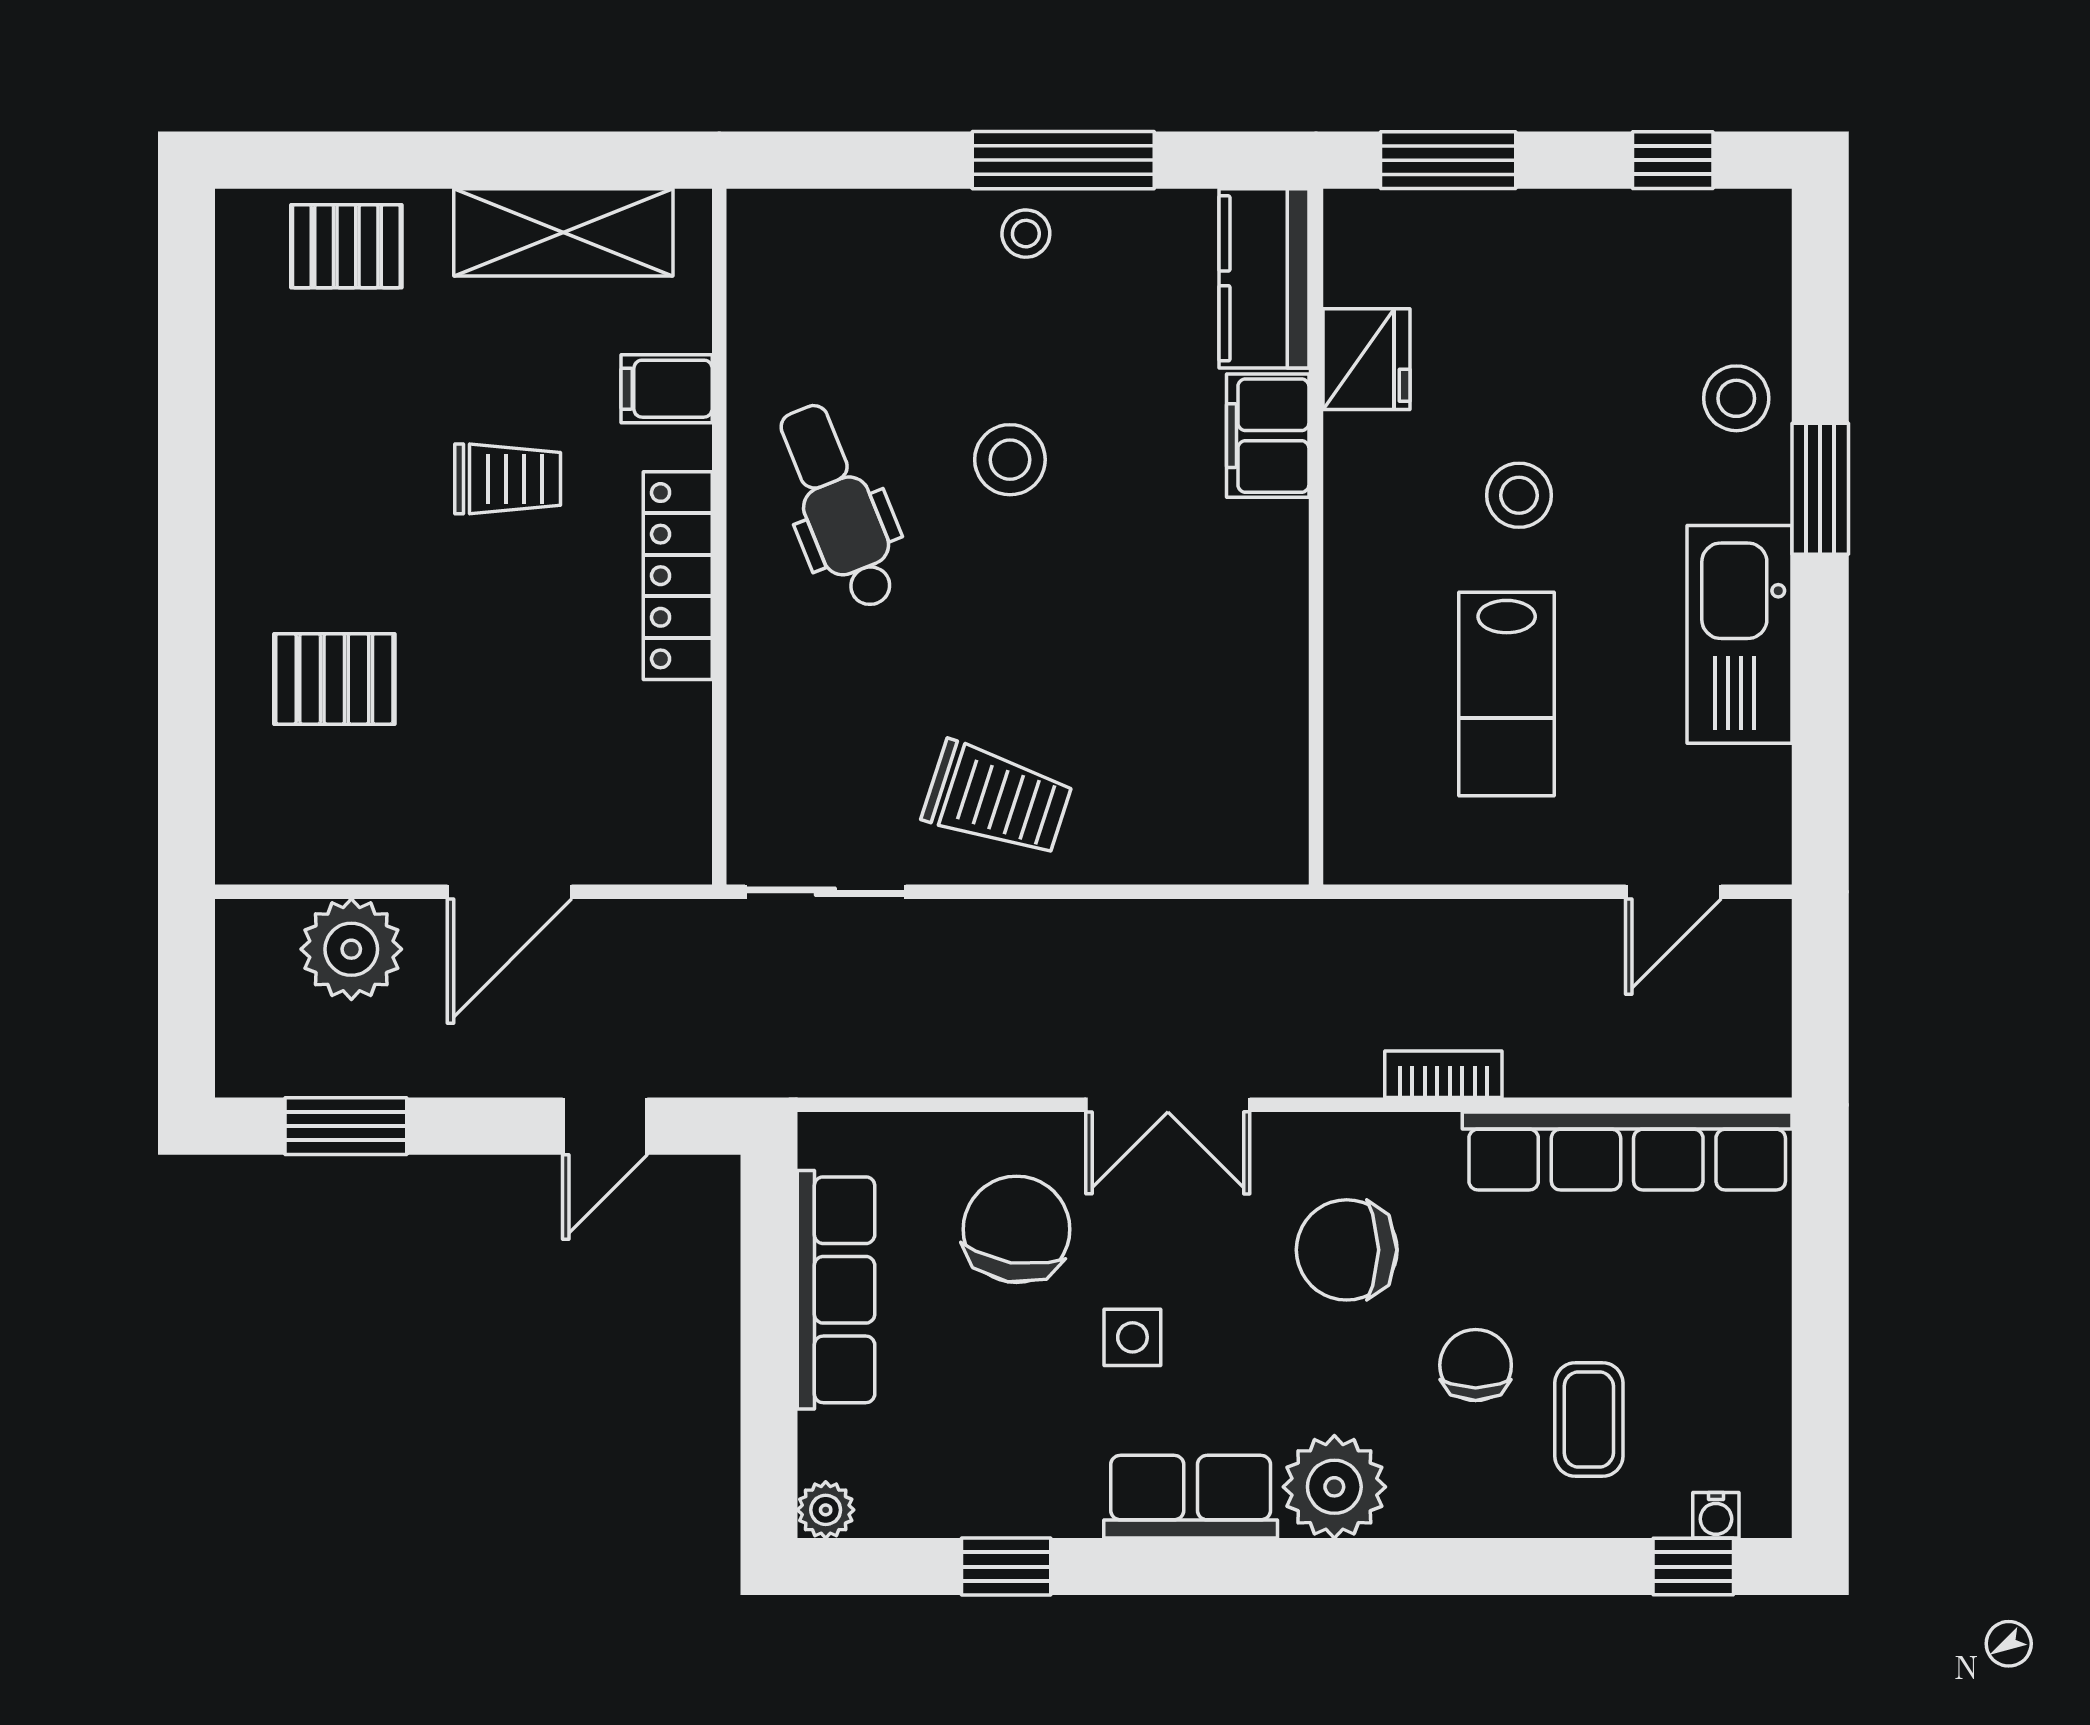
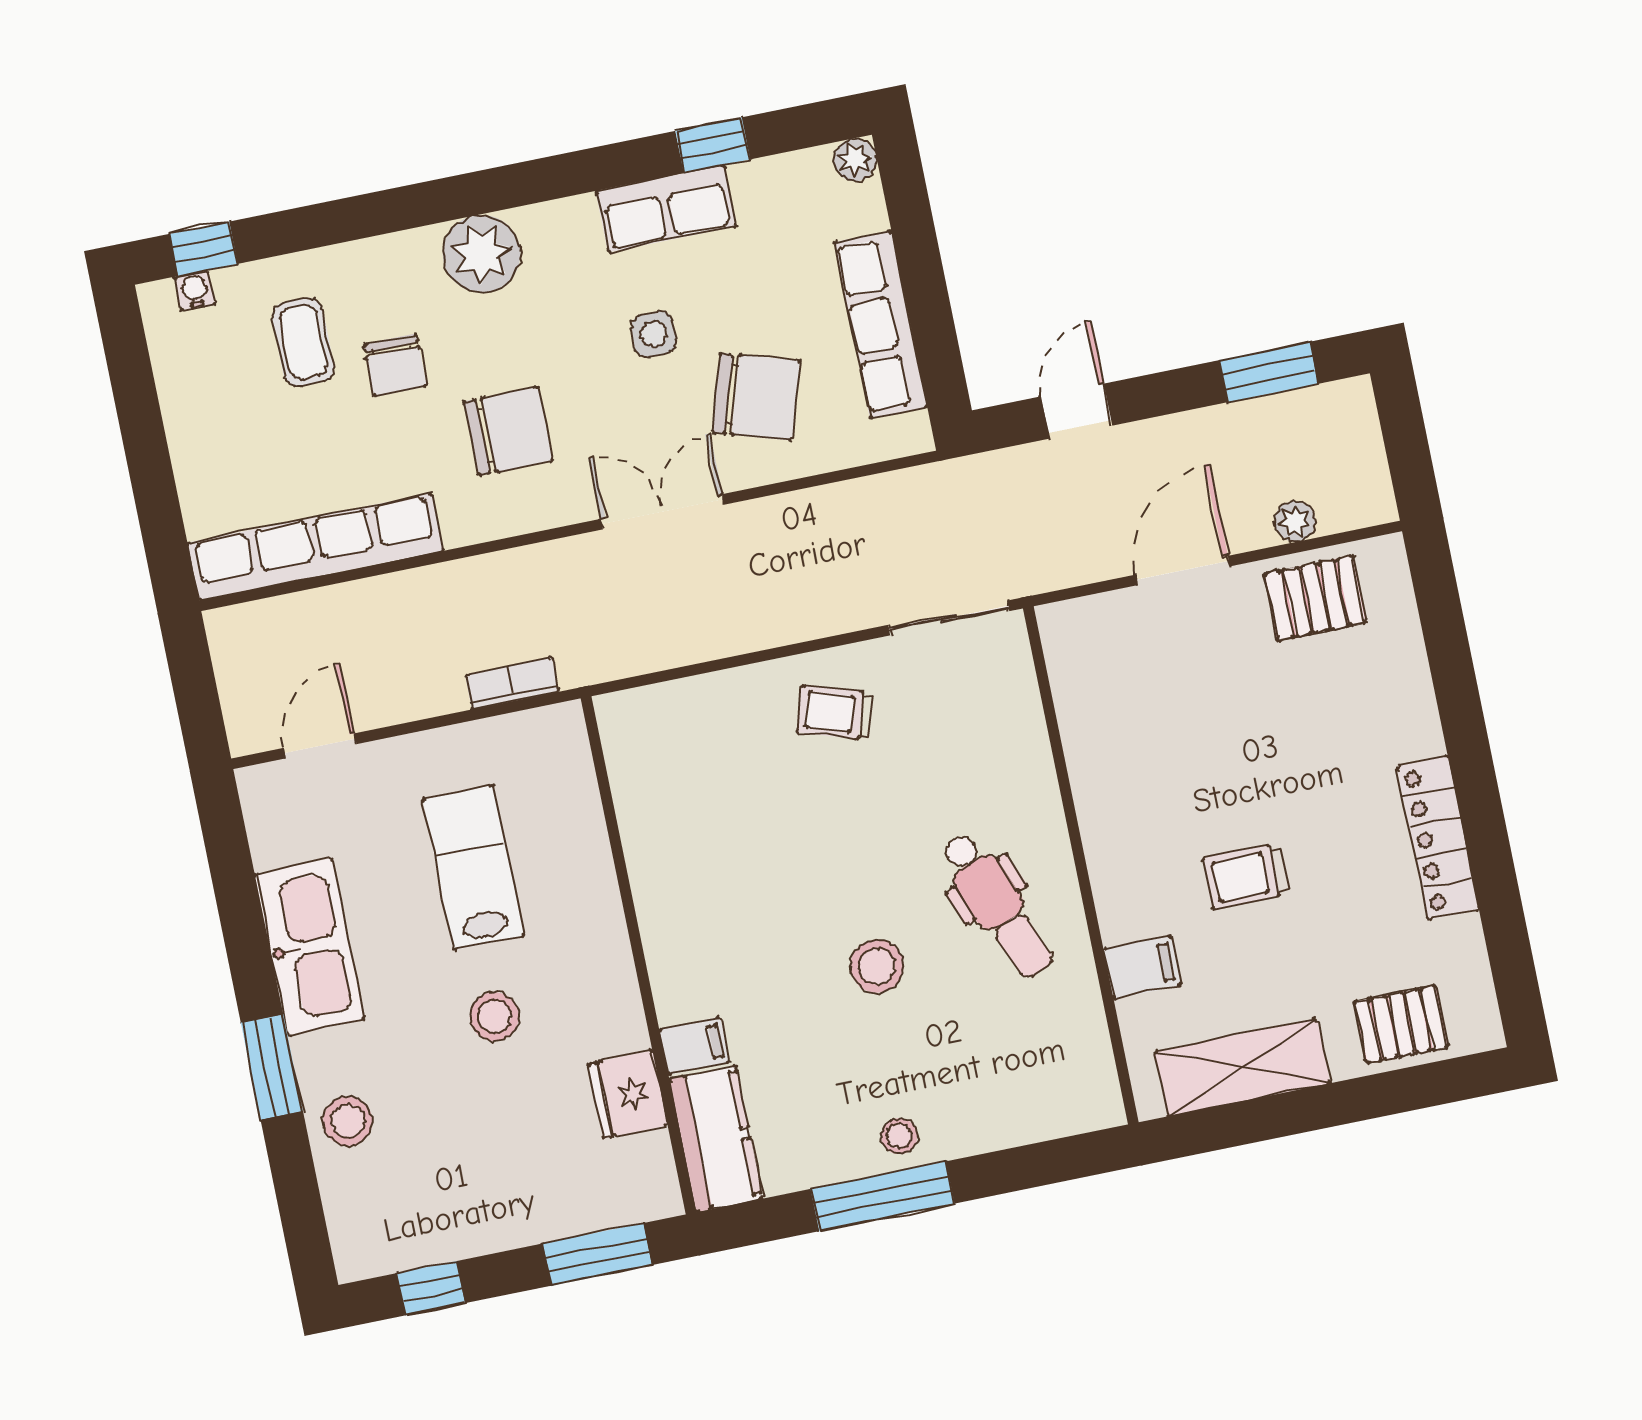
filing cabinet: (1268, 436) -> (694, 1046), width x0.50
locker: (678, 576) -> (1438, 838), moved, turned 180
pallet: (334, 679) -> (1315, 598), moved
trolley: (997, 799) -> (835, 713), width x0.73, depth x0.72
plant: (351, 949) -> (1295, 521), width x0.53, depth x0.53
bookcase: (1443, 1074) -> (512, 683), moved, turned 180
chair: (1016, 1229) -> (756, 397), turned -82
row of seats: (1191, 1497) -> (666, 209), moved

